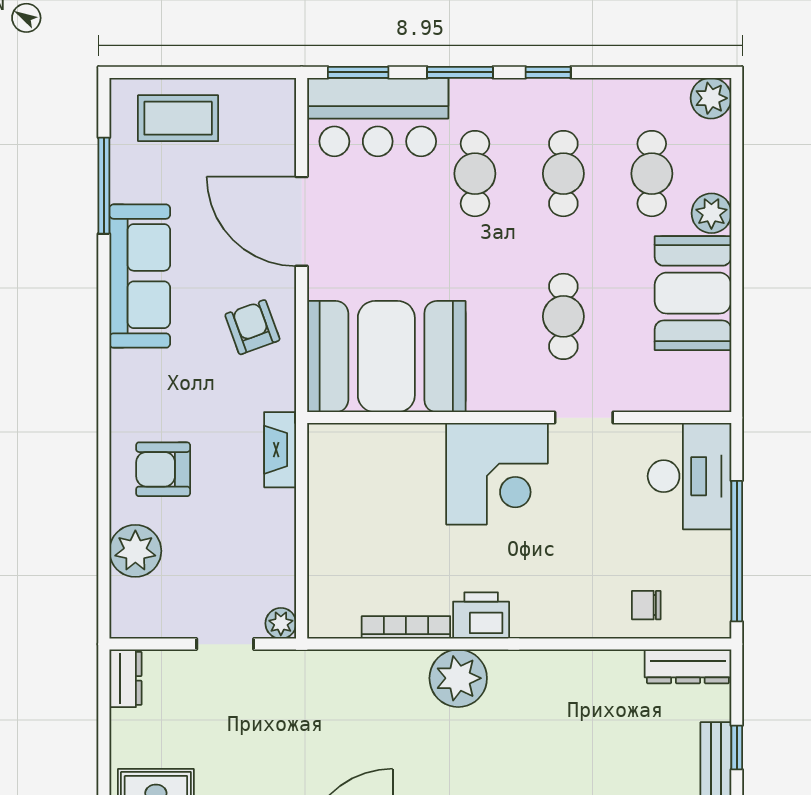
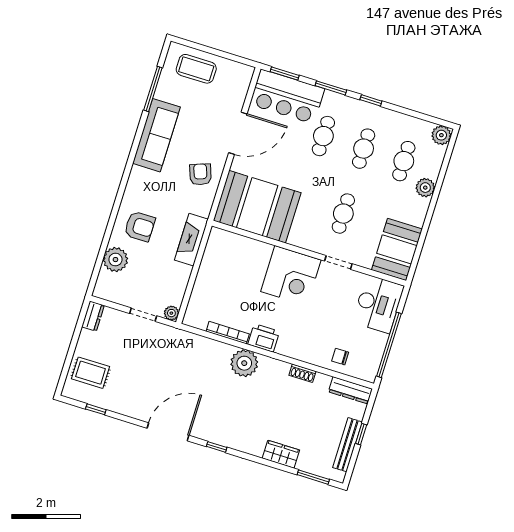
door: (302, 221) -> (238, 133), swing flipped
booth: (693, 293) -> (397, 249), moved
fireplace: (280, 450) -> (191, 240), width x1.37, depth x1.32
armchair: (163, 469) -> (140, 226), turned 180
shoe rack: (581, 662) -> (302, 373), added

